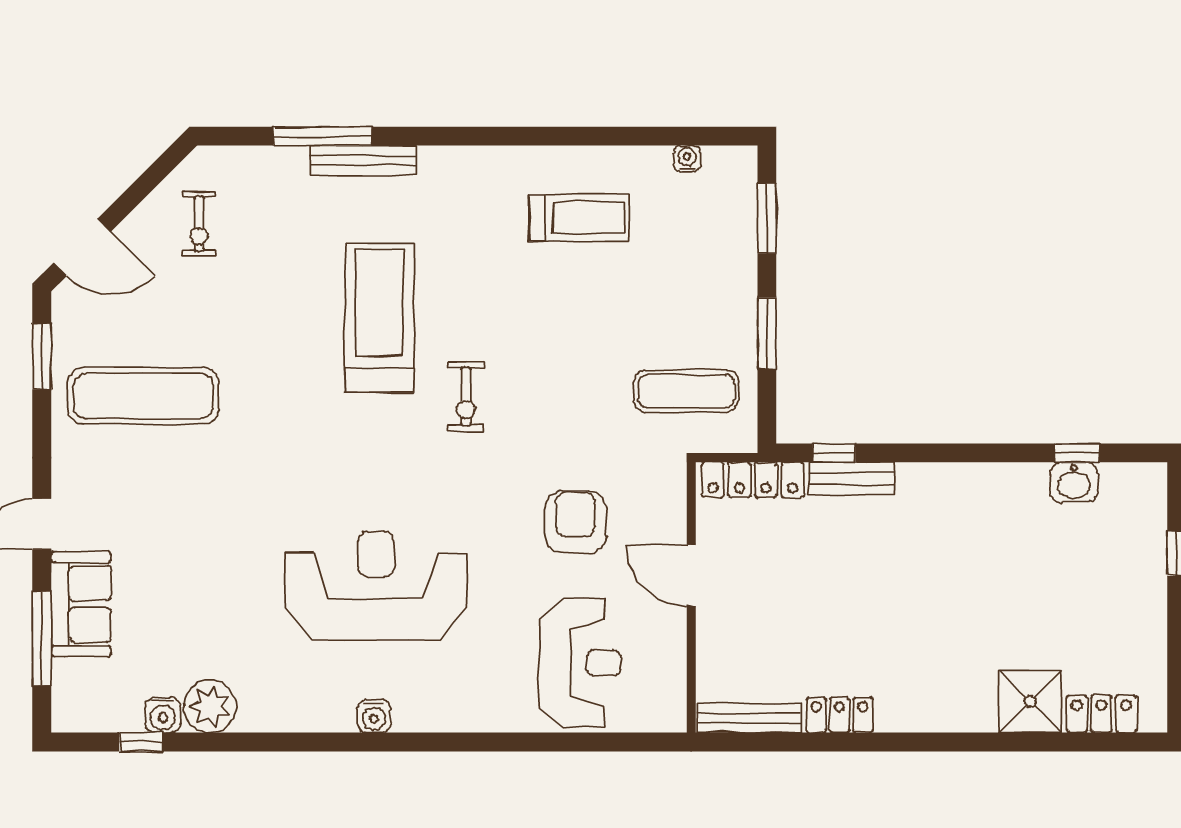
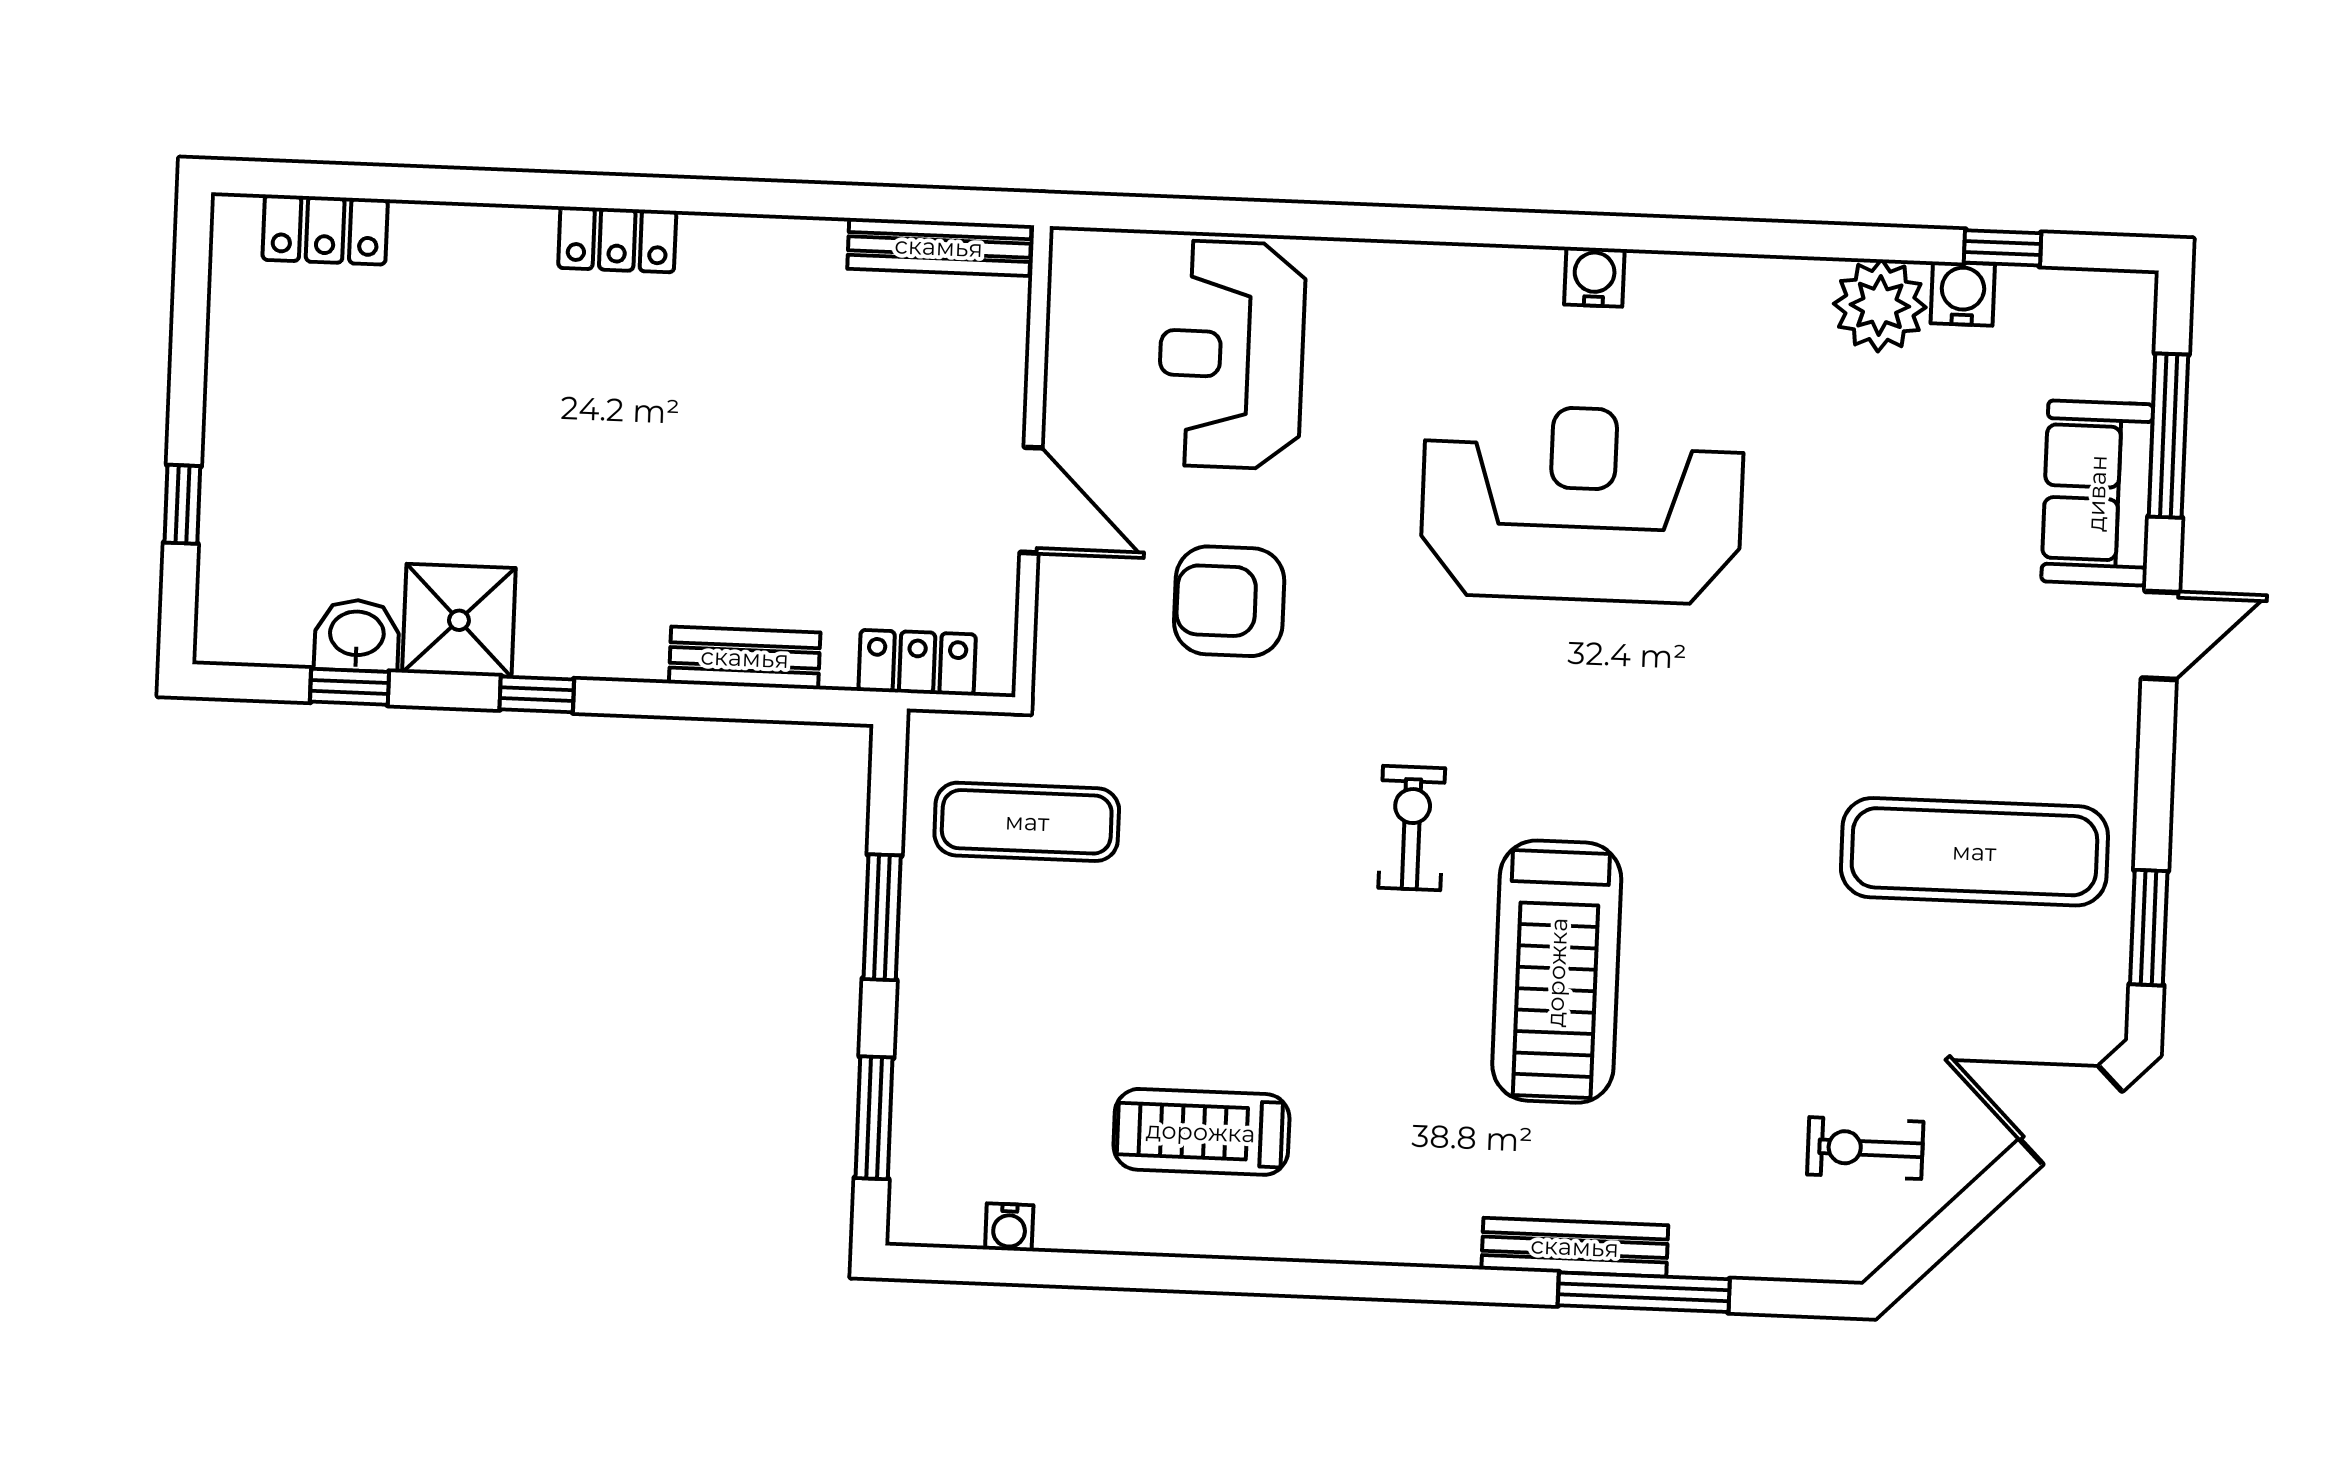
exercise bike: (199, 224) -> (1865, 1148), turned -90
window: (834, 453) -> (537, 694), moved
locker: (753, 480) -> (917, 663), width x0.66
armchair: (575, 522) -> (1229, 601), turned 90
reception desk: (376, 586) -> (1582, 504), turned 180
shower: (1030, 701) -> (459, 620), moved
locker: (840, 715) -> (617, 239), moved

